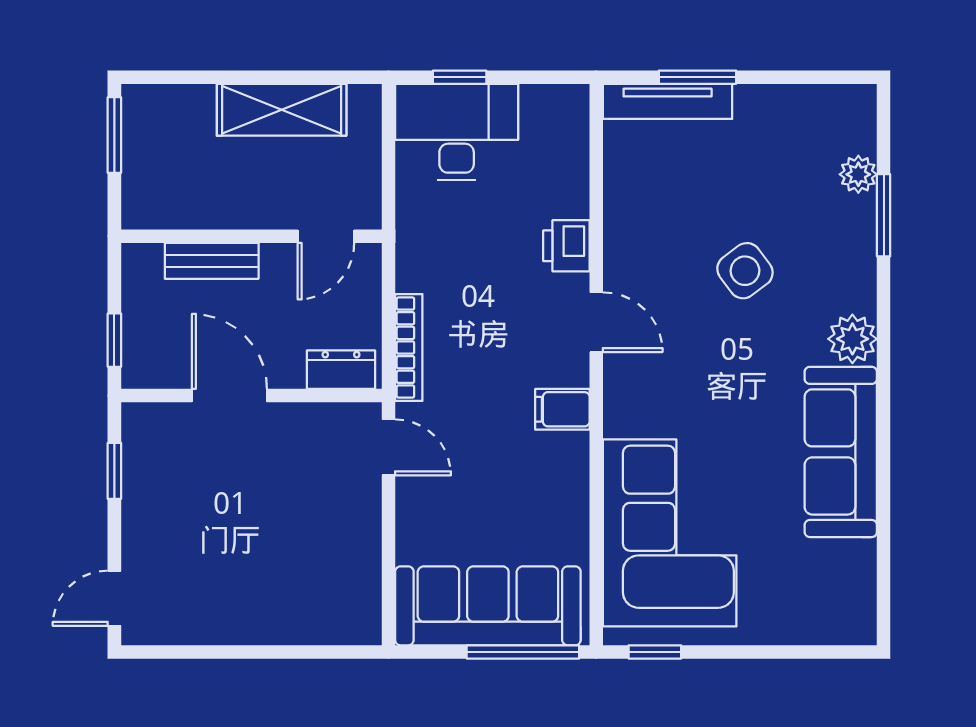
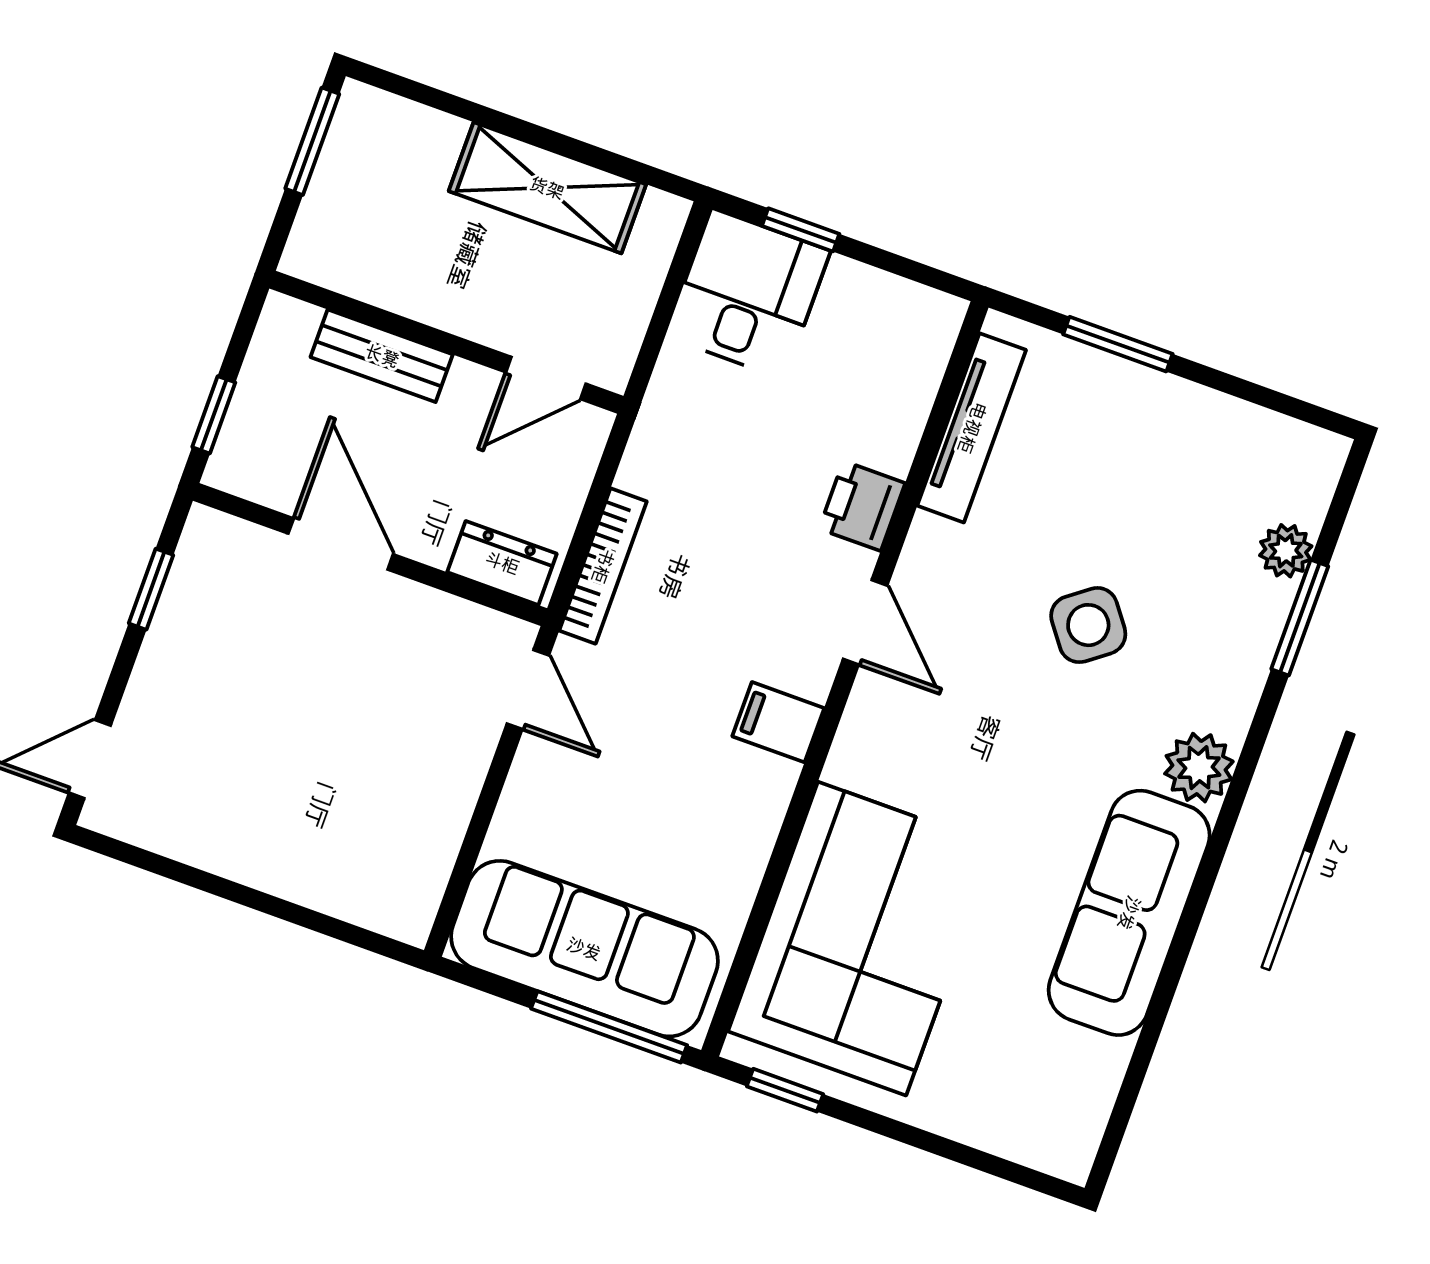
tv unit: (668, 101) -> (972, 428), moved, turned -90
desk: (457, 132) -> (748, 294), width x0.73

